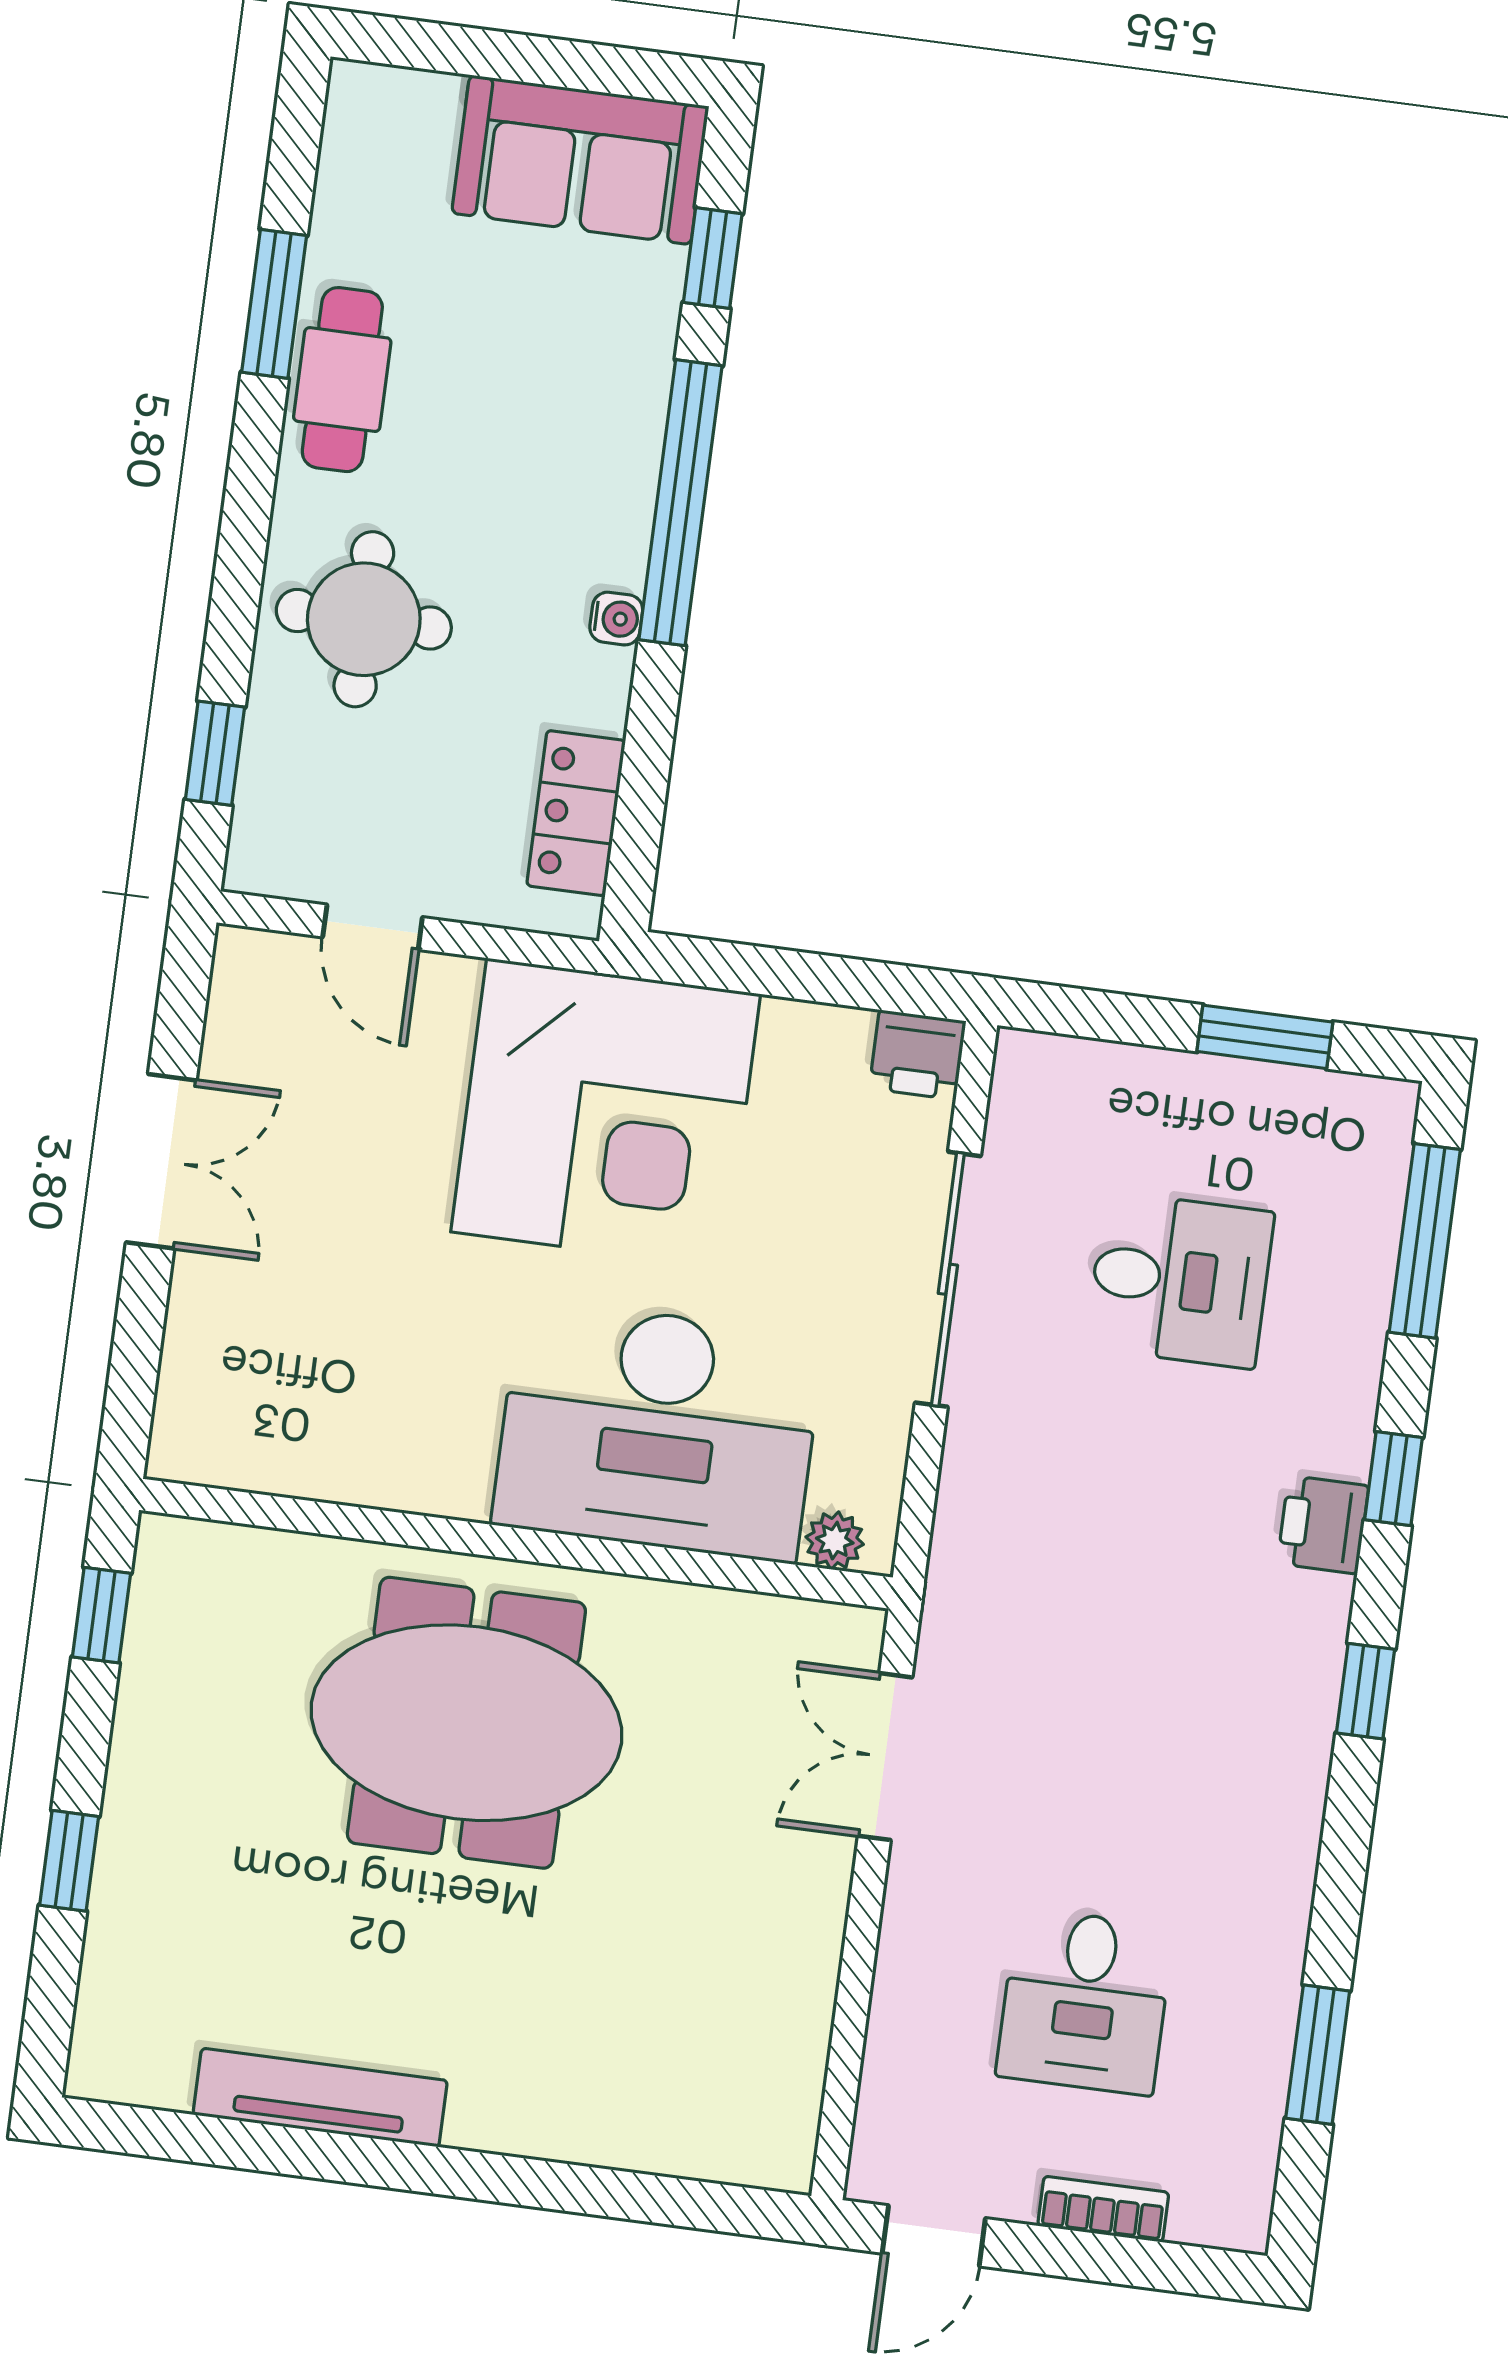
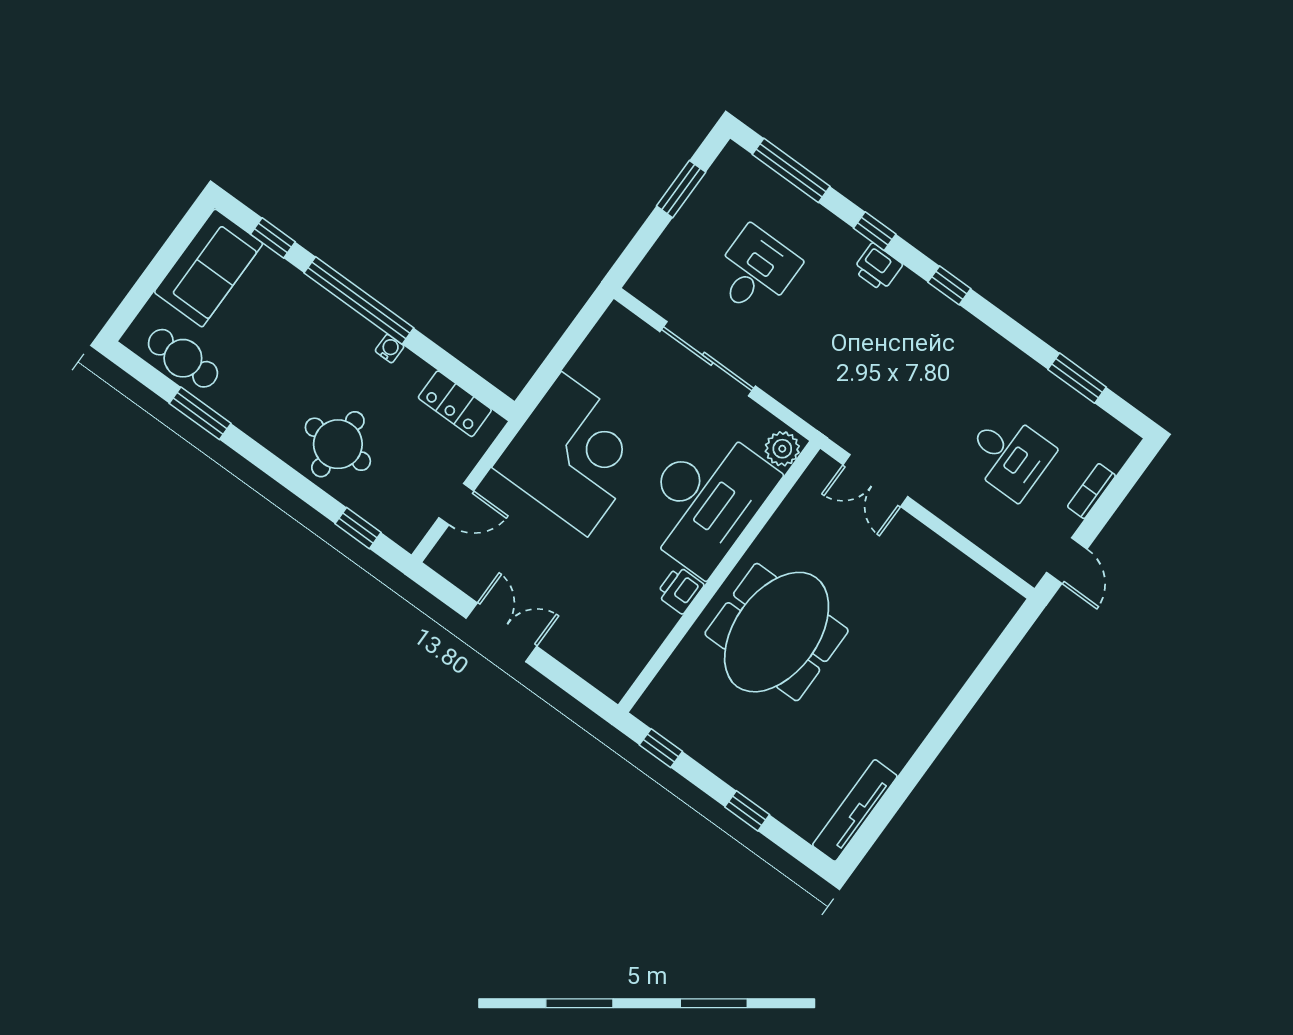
cafe table: (342, 380) -> (183, 358), moved
printer: (918, 1055) -> (680, 590), moved, turned 180
plant: (835, 1541) -> (782, 449), width x1.38, depth x1.38
tv unit: (320, 2098) -> (855, 811), moved

